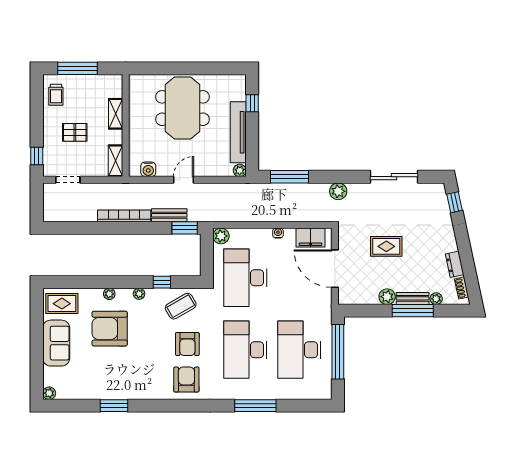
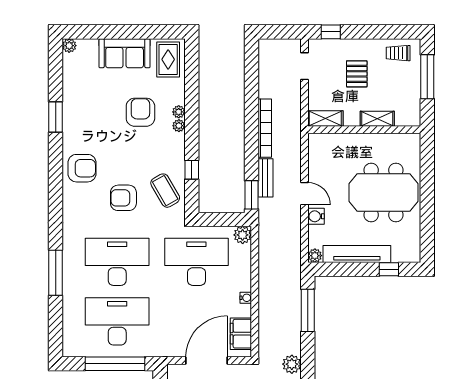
water cooler: (148, 169) -> (316, 216), moved
plant: (139, 294) -> (179, 126), moved
armchair: (110, 329) -> (140, 112), width x0.73, depth x0.73
armchair: (186, 380) -> (82, 168), moved

